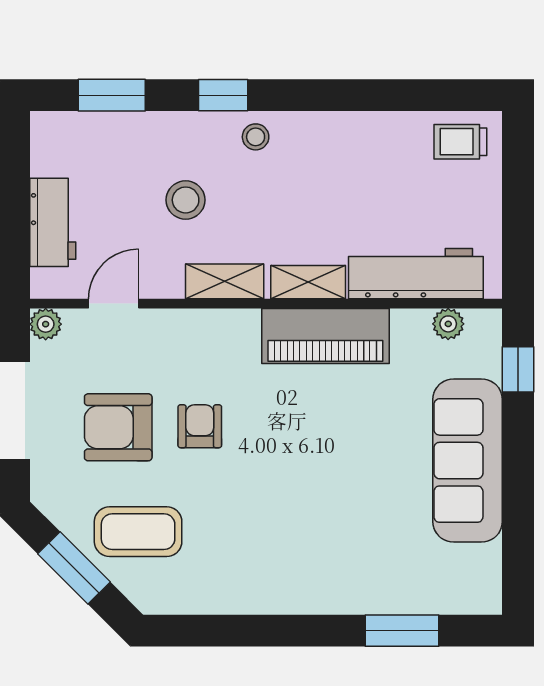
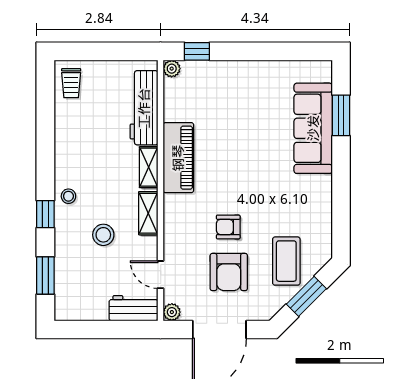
workbench: (53, 222) -> (133, 308), moved
plant: (448, 324) -> (172, 69), moved
sofa: (468, 461) -> (313, 128), moved, turned 90

